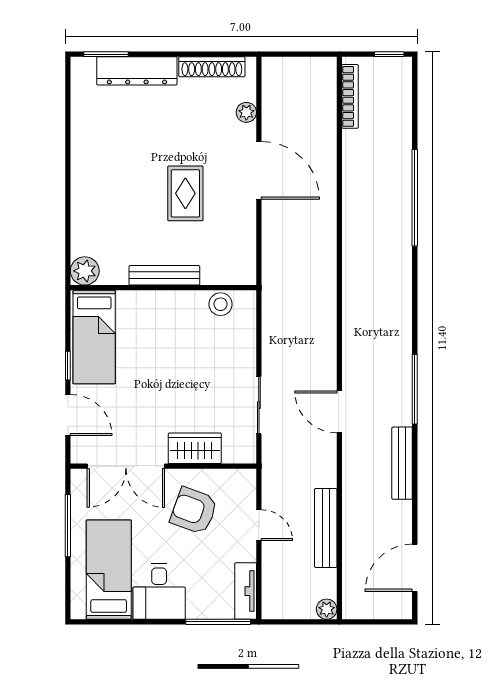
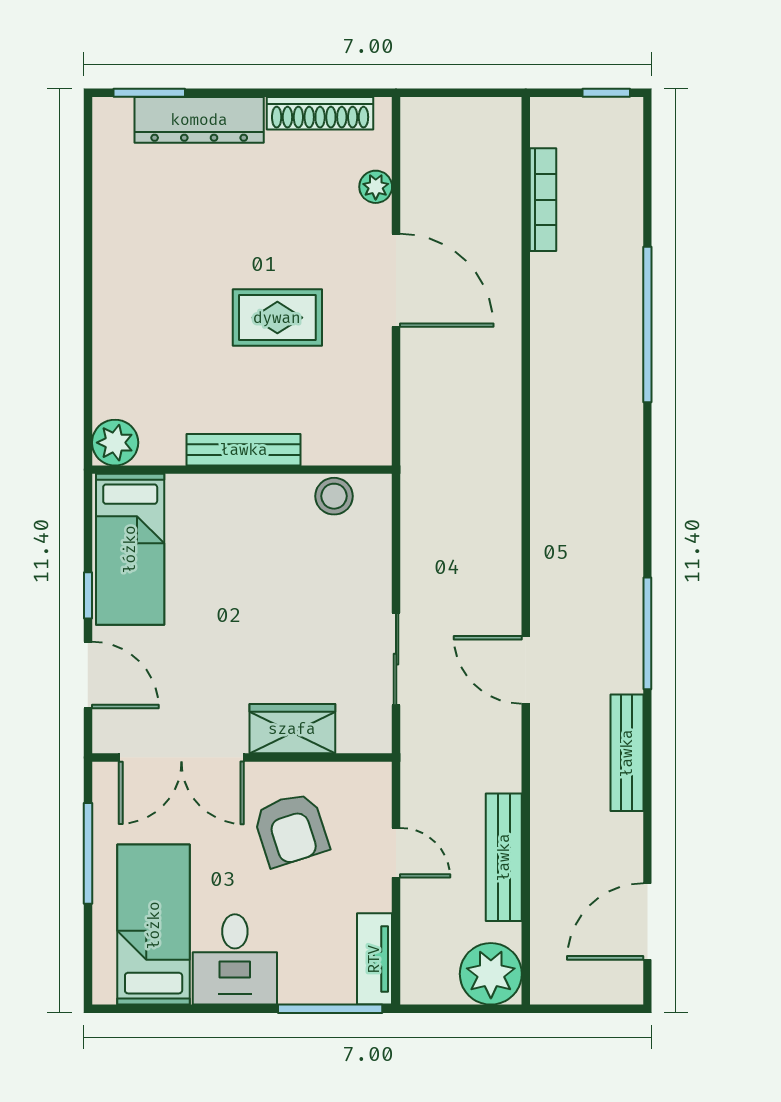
bookcase: (350, 96) -> (543, 200), moved
rug: (185, 193) -> (277, 318), turned 90
armchair: (194, 511) -> (291, 829), turned -128
plant: (327, 609) -> (491, 974), width x1.88, depth x1.88

